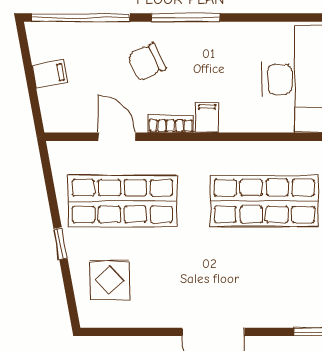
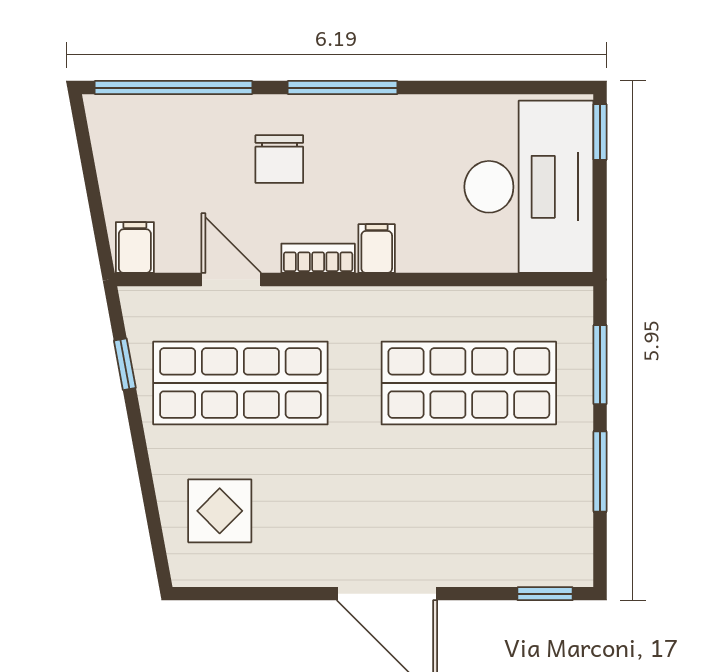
chair: (147, 62) -> (279, 159), turned -65
filing cabinet: (50, 74) -> (135, 248), moved, turned -80
window: (61, 244) -> (125, 364), moved

